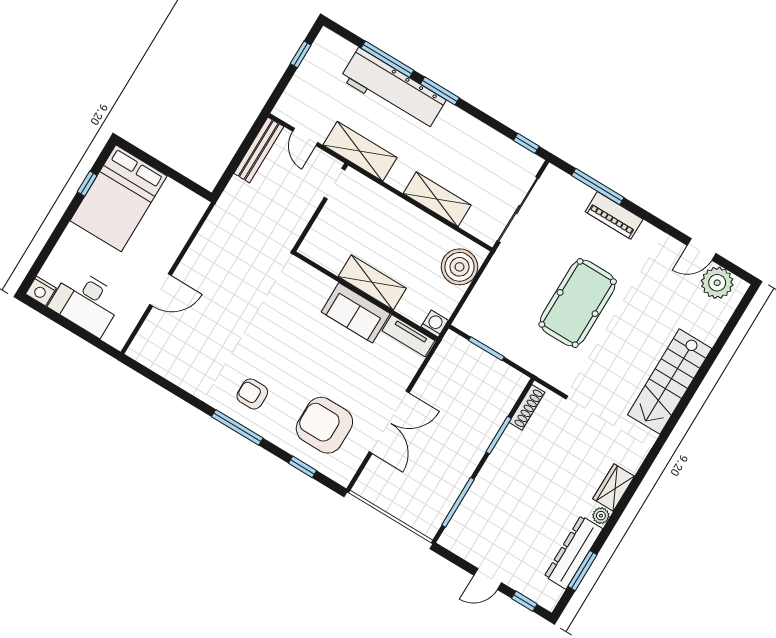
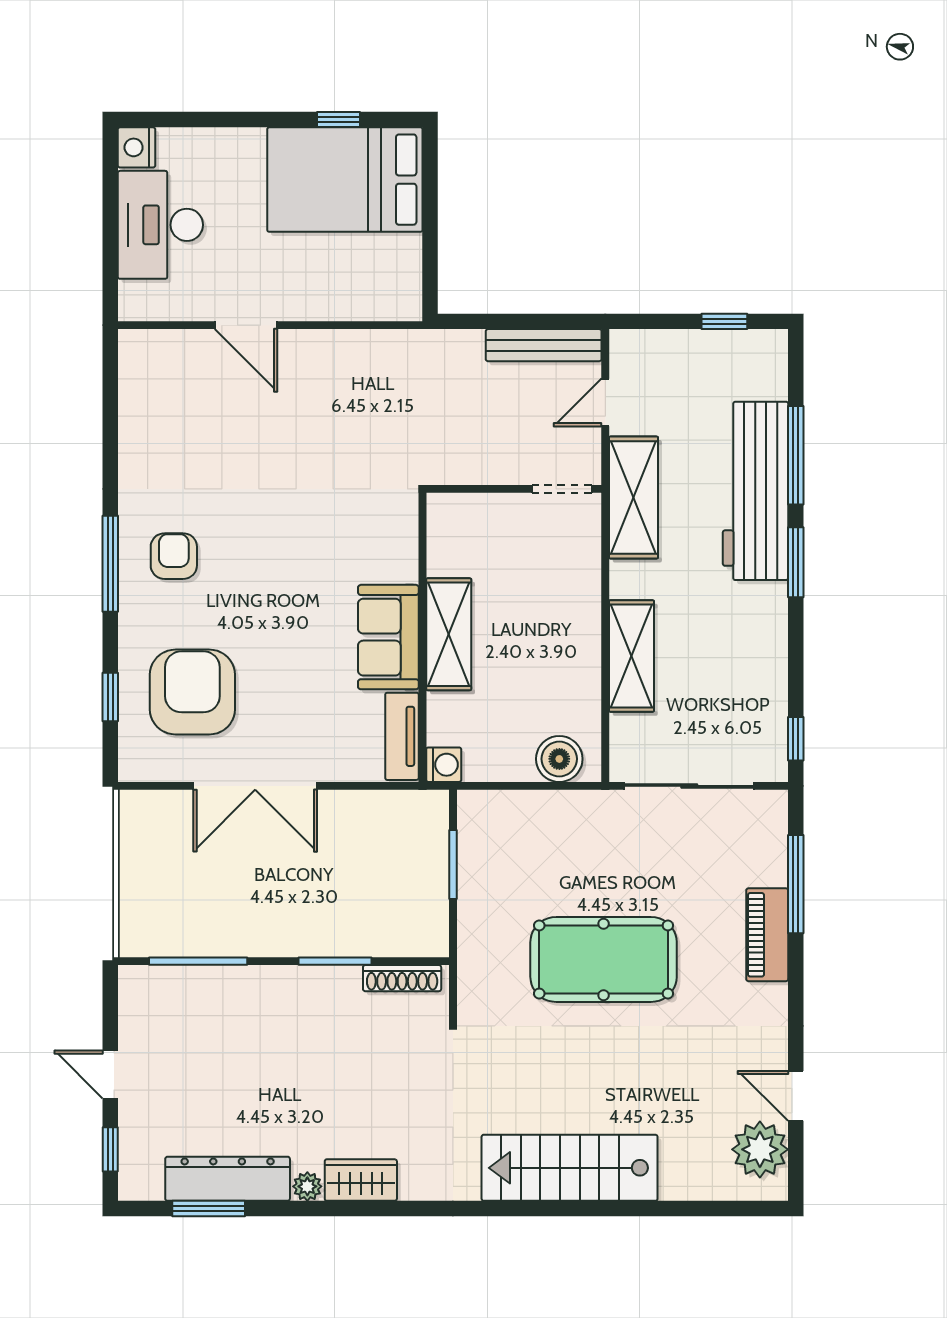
boiler: (459, 267) -> (559, 759), width x0.73, depth x0.73

